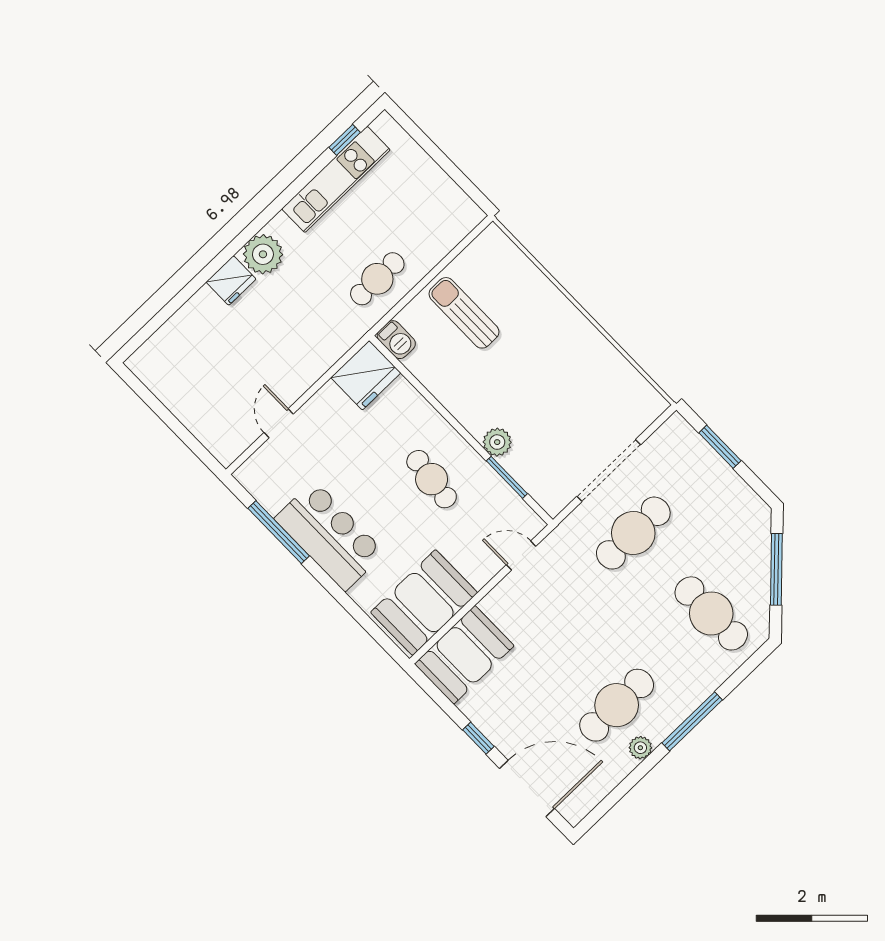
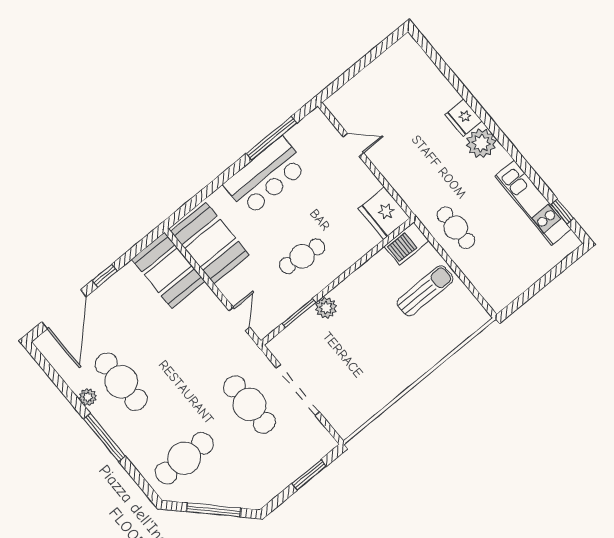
barbecue: (396, 340) -> (407, 244), width x1.38, depth x1.27

